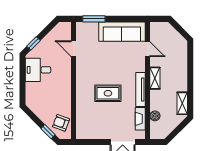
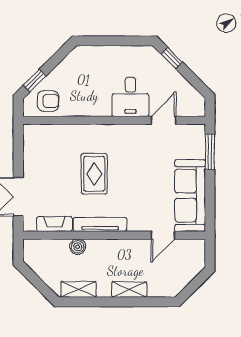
desk: (38, 70) -> (130, 97), moved, turned 180
shelving: (155, 78) -> (129, 290), moved
boiler: (155, 116) -> (78, 247), moved
armchair: (61, 123) -> (48, 101), turned 70

